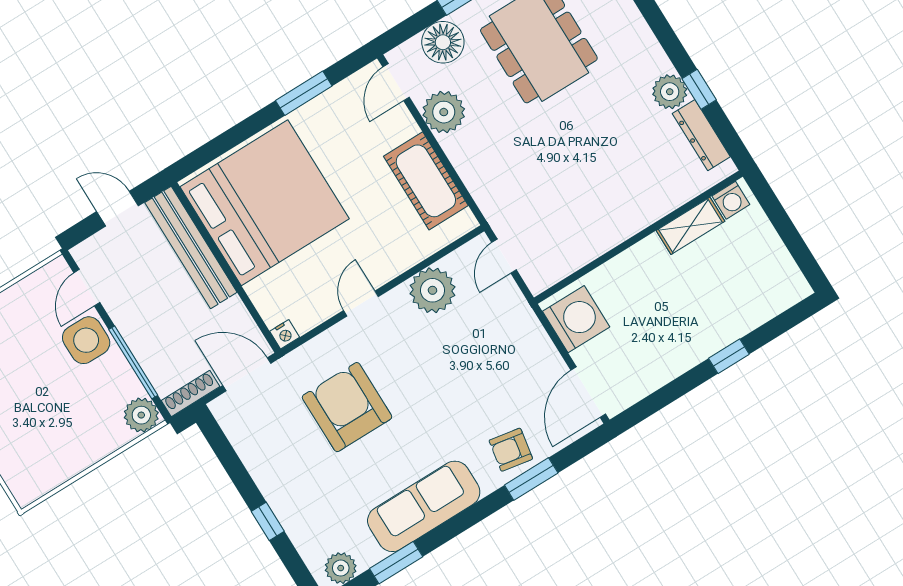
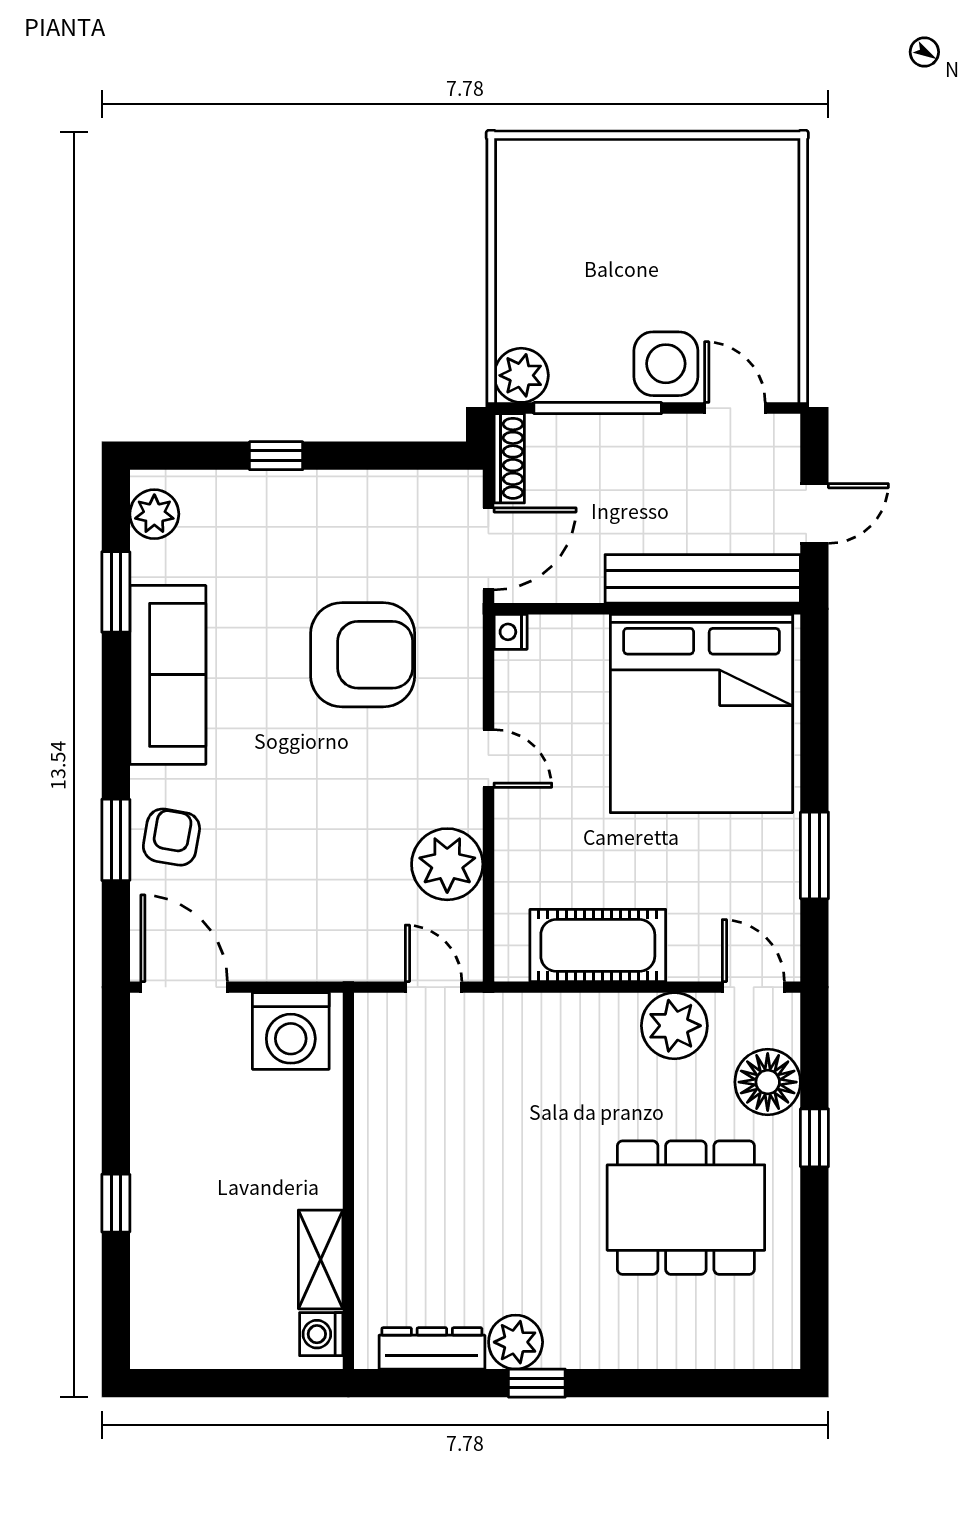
window: (699, 89) -> (537, 1383), moved

